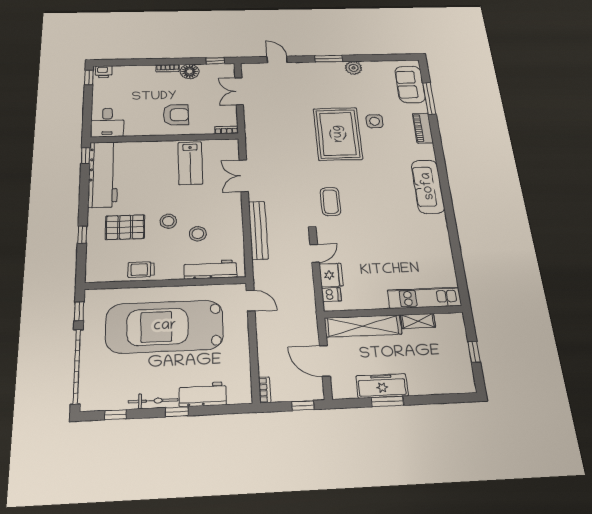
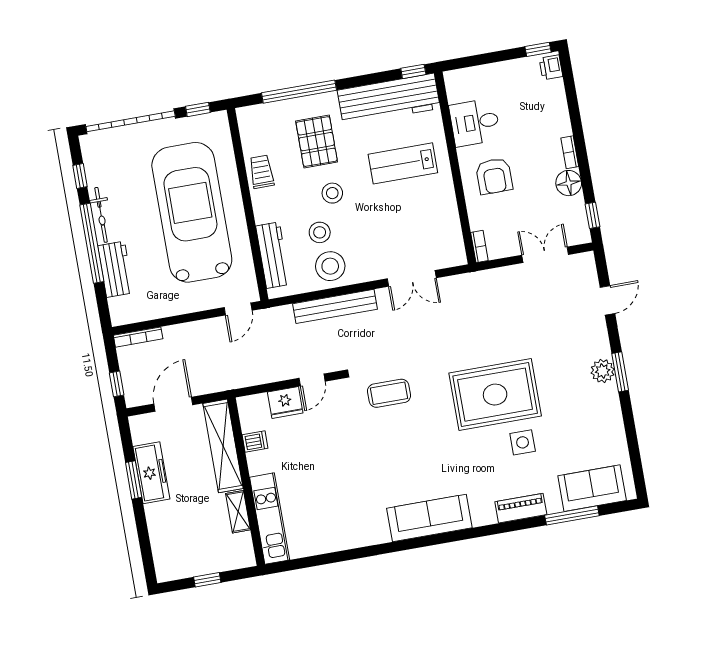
plant: (353, 68) -> (603, 371), moved
desk: (107, 122) -> (475, 122), moved
lab bench: (190, 163) -> (403, 163), moved
double door: (244, 176) -> (412, 278), swing flipped
stool: (226, 230) -> (330, 266), added
window: (82, 235) -> (299, 92), width x3.17
door: (315, 253) -> (312, 380), hinge flipped
dishwasher: (331, 295) -> (255, 442), moved, turned -90
bookcase: (265, 390) -> (138, 337), width x1.56
window: (177, 412) -> (92, 243), width x3.17

